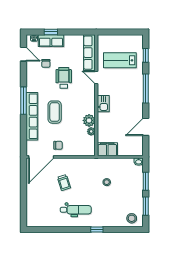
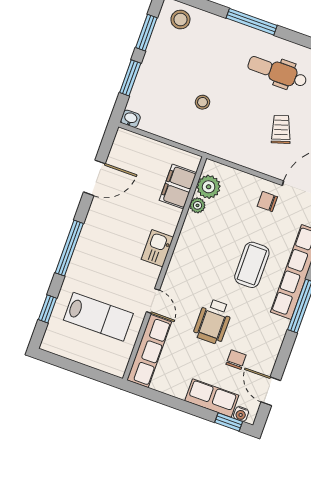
window: (51, 32) -> (229, 422), moved
plant: (89, 120) -> (209, 187), moved
filing cabinet: (107, 149) -> (178, 187), moved, turned 90
window: (97, 230) -> (252, 22), width x2.17

